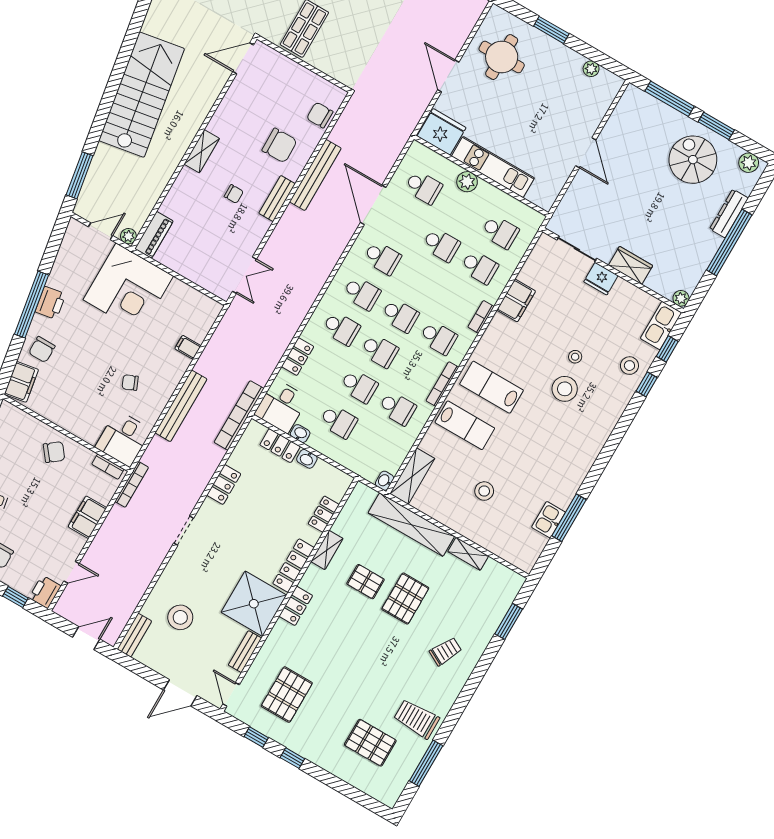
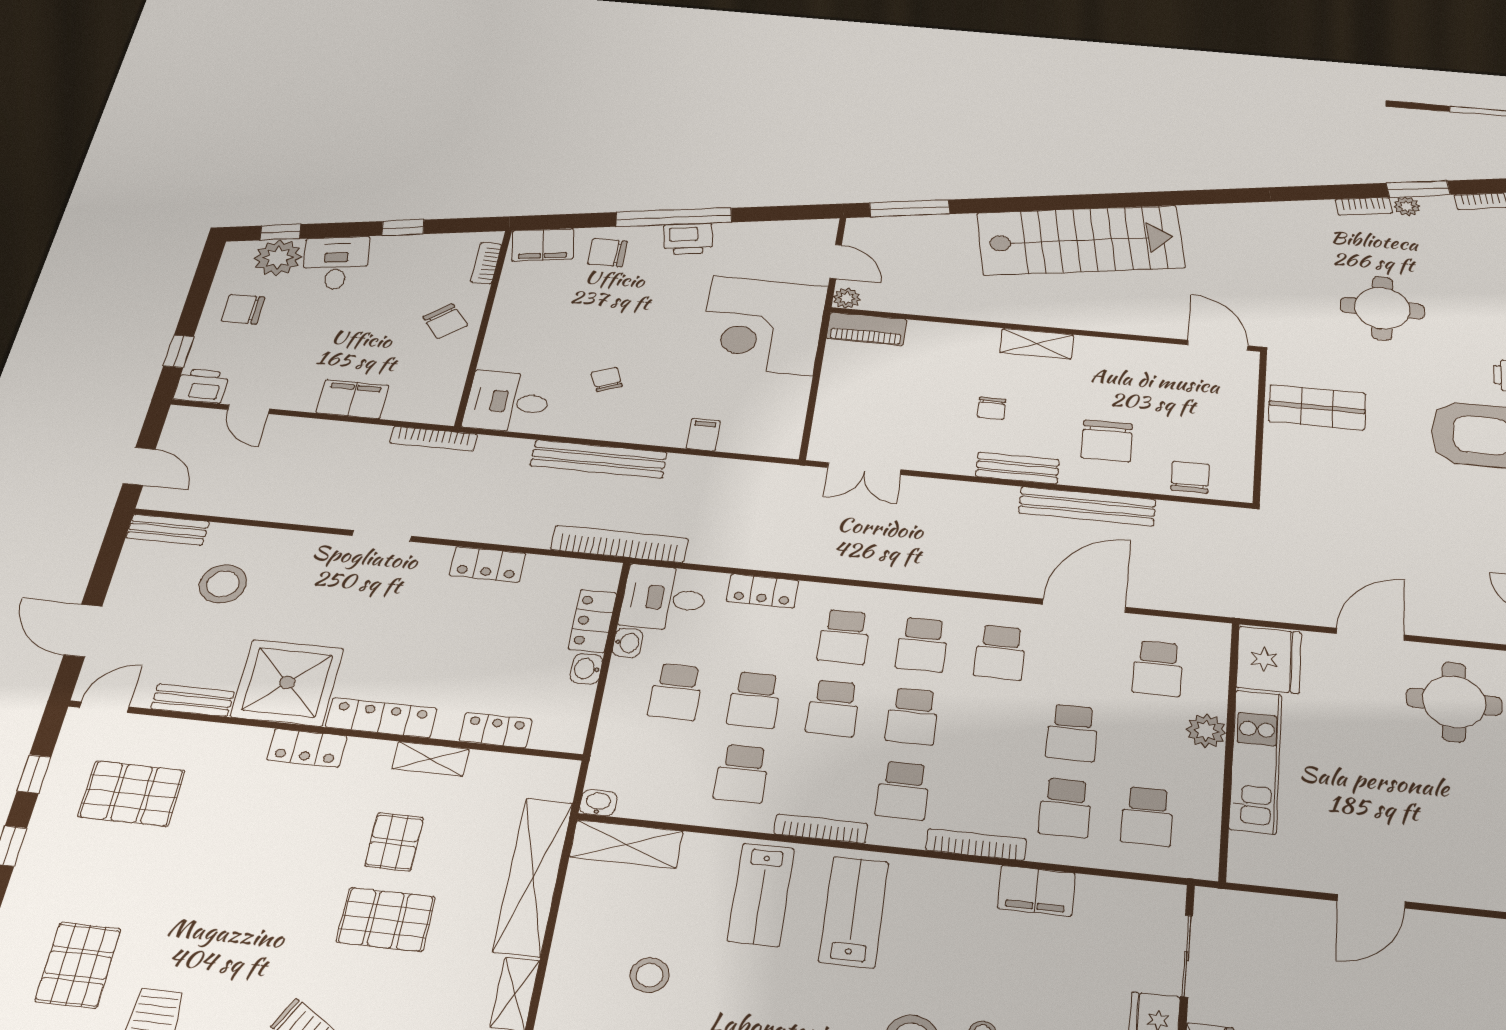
bookcase: (481, 317) -> (976, 844), width x1.56
bookcase: (108, 467) -> (486, 263), moved

